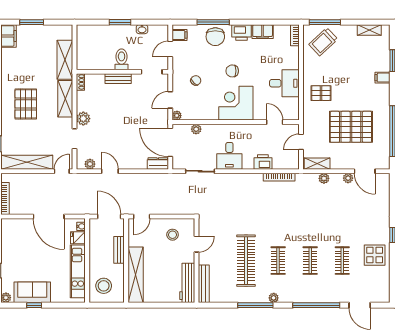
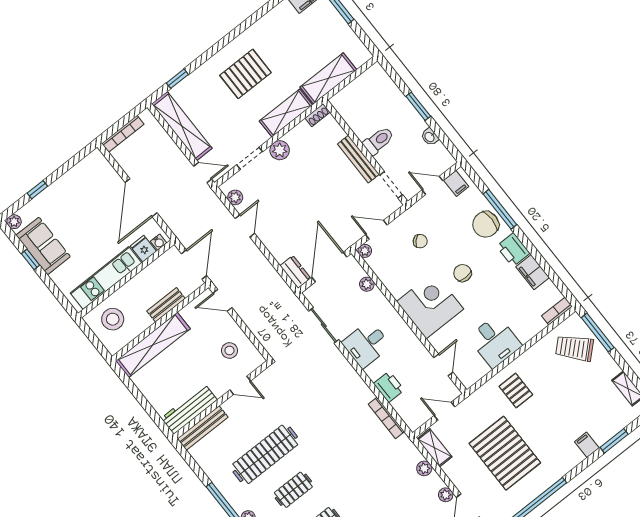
bench: (118, 79) -> (358, 159), width x1.36

